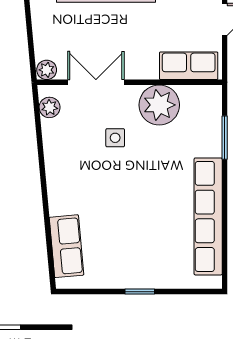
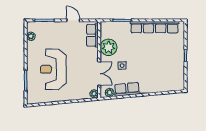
double door: (96, 82) -> (99, 73), swing flipped
row of seats: (66, 246) -> (127, 89), moved

